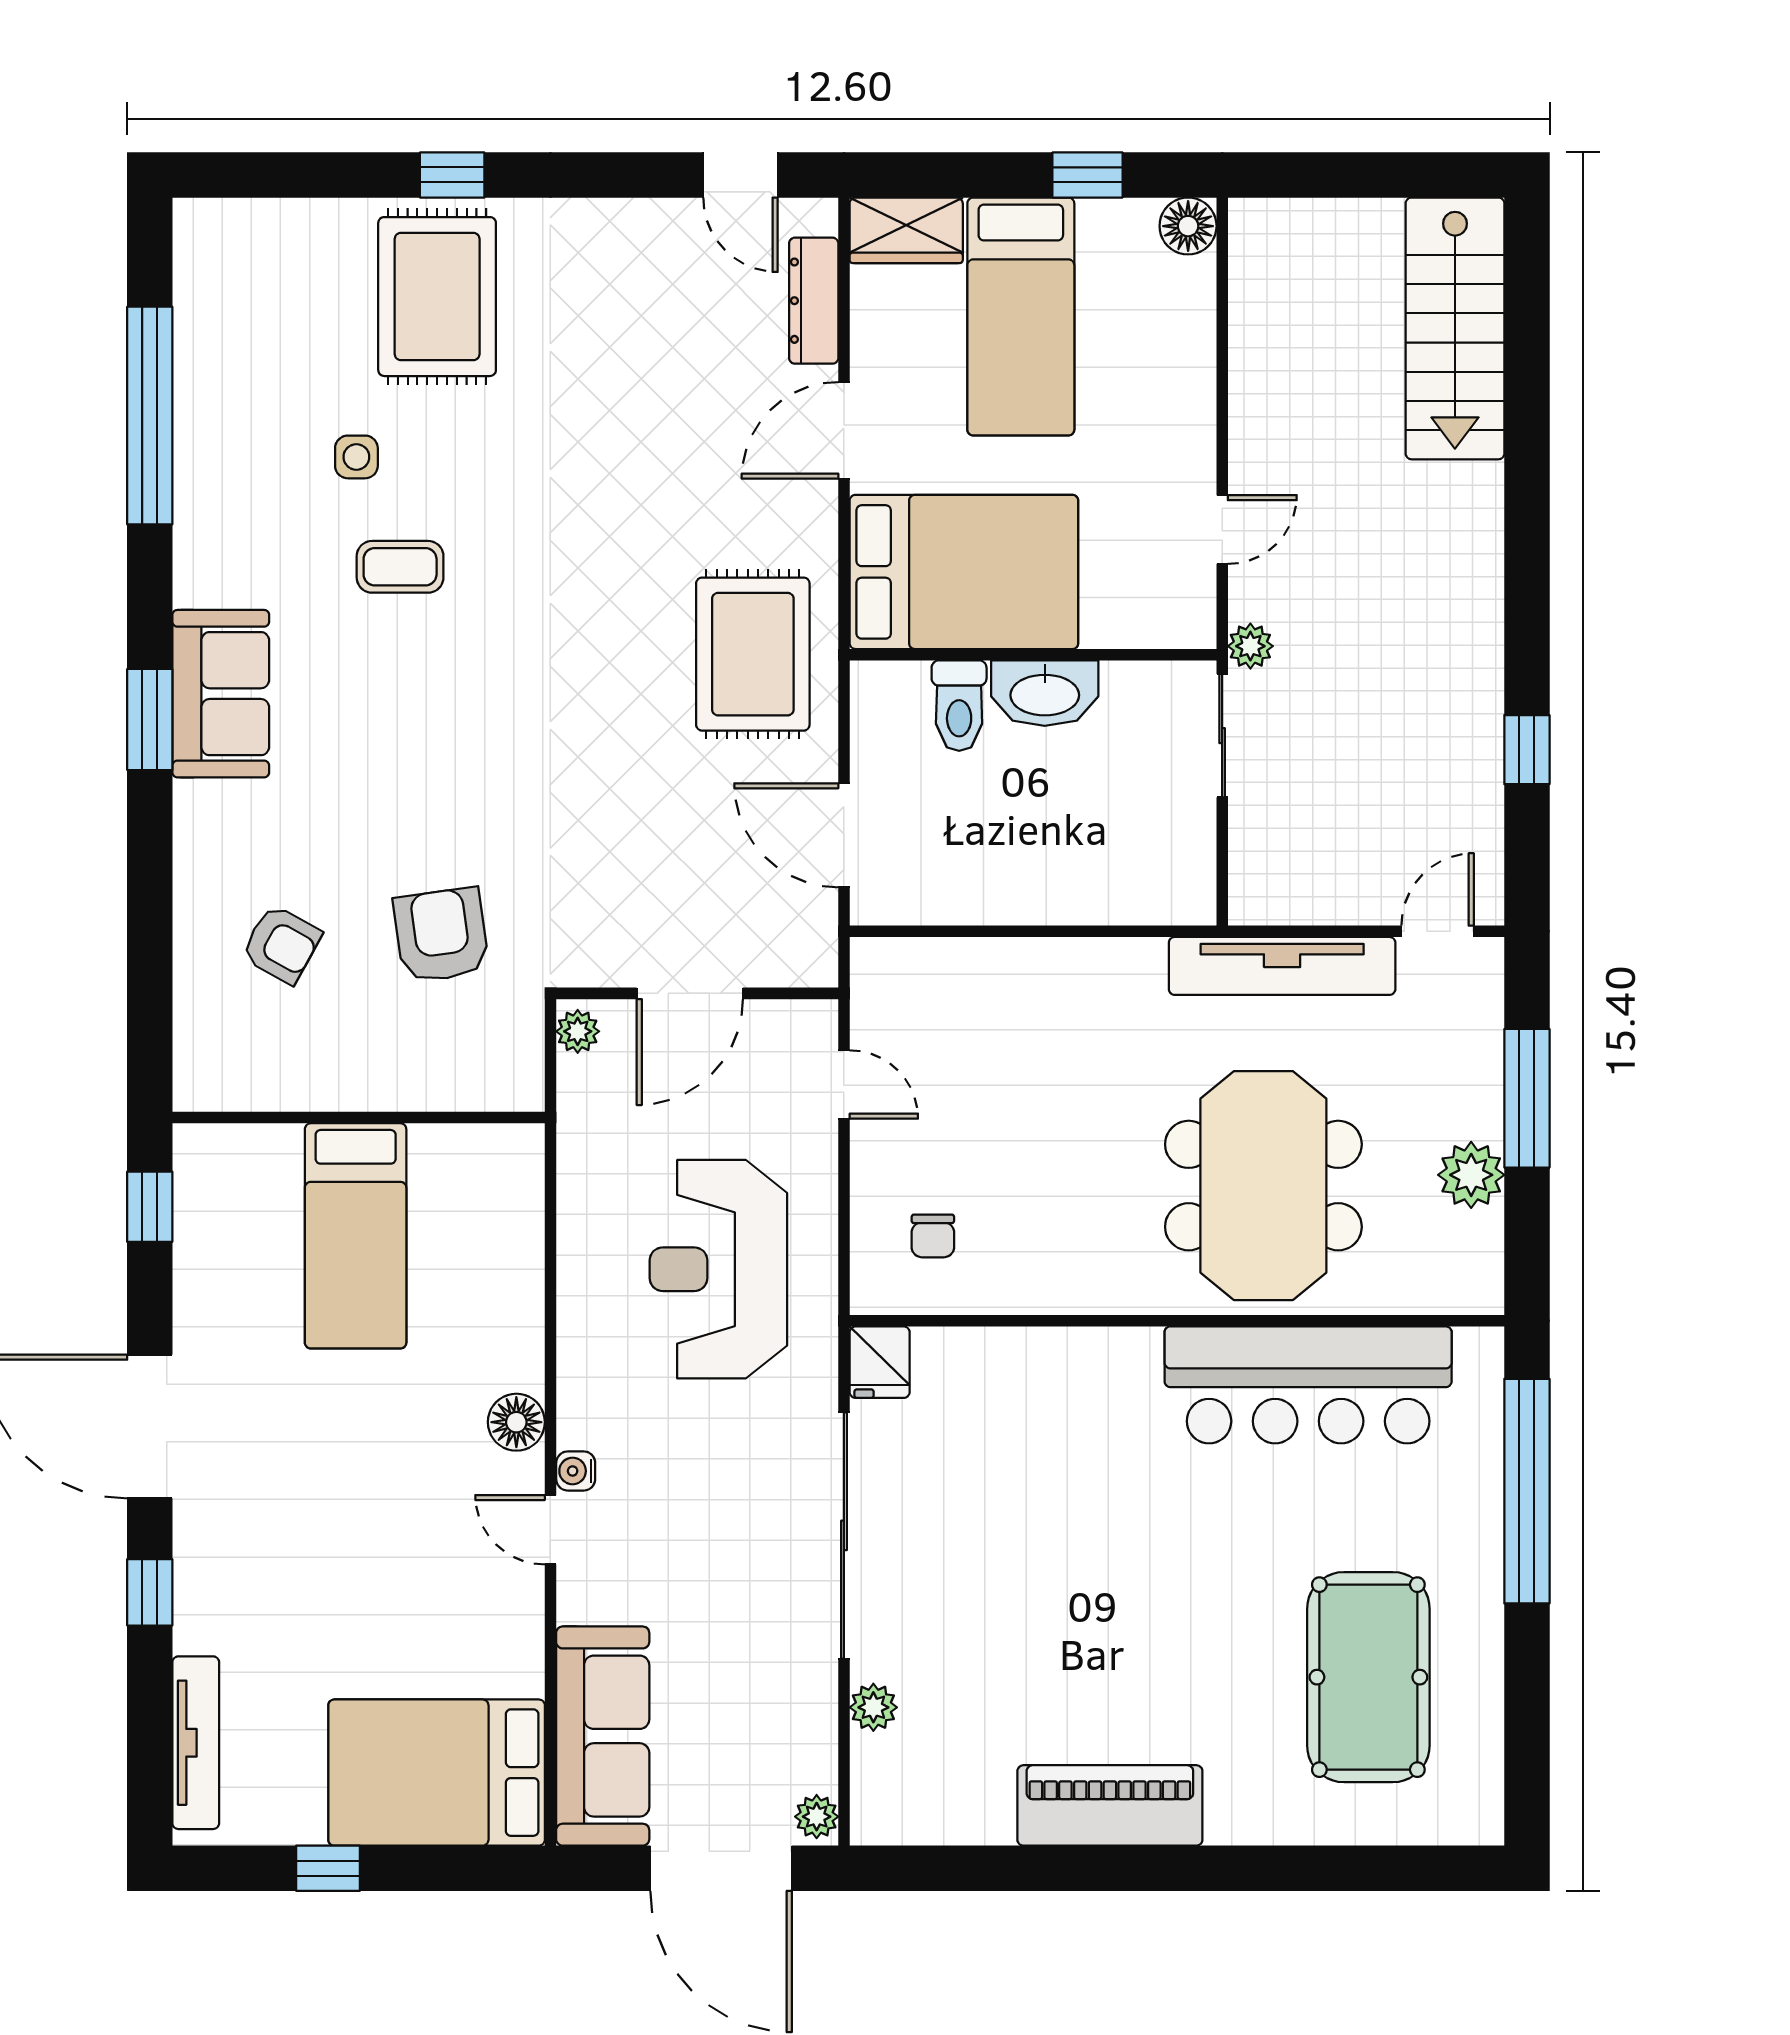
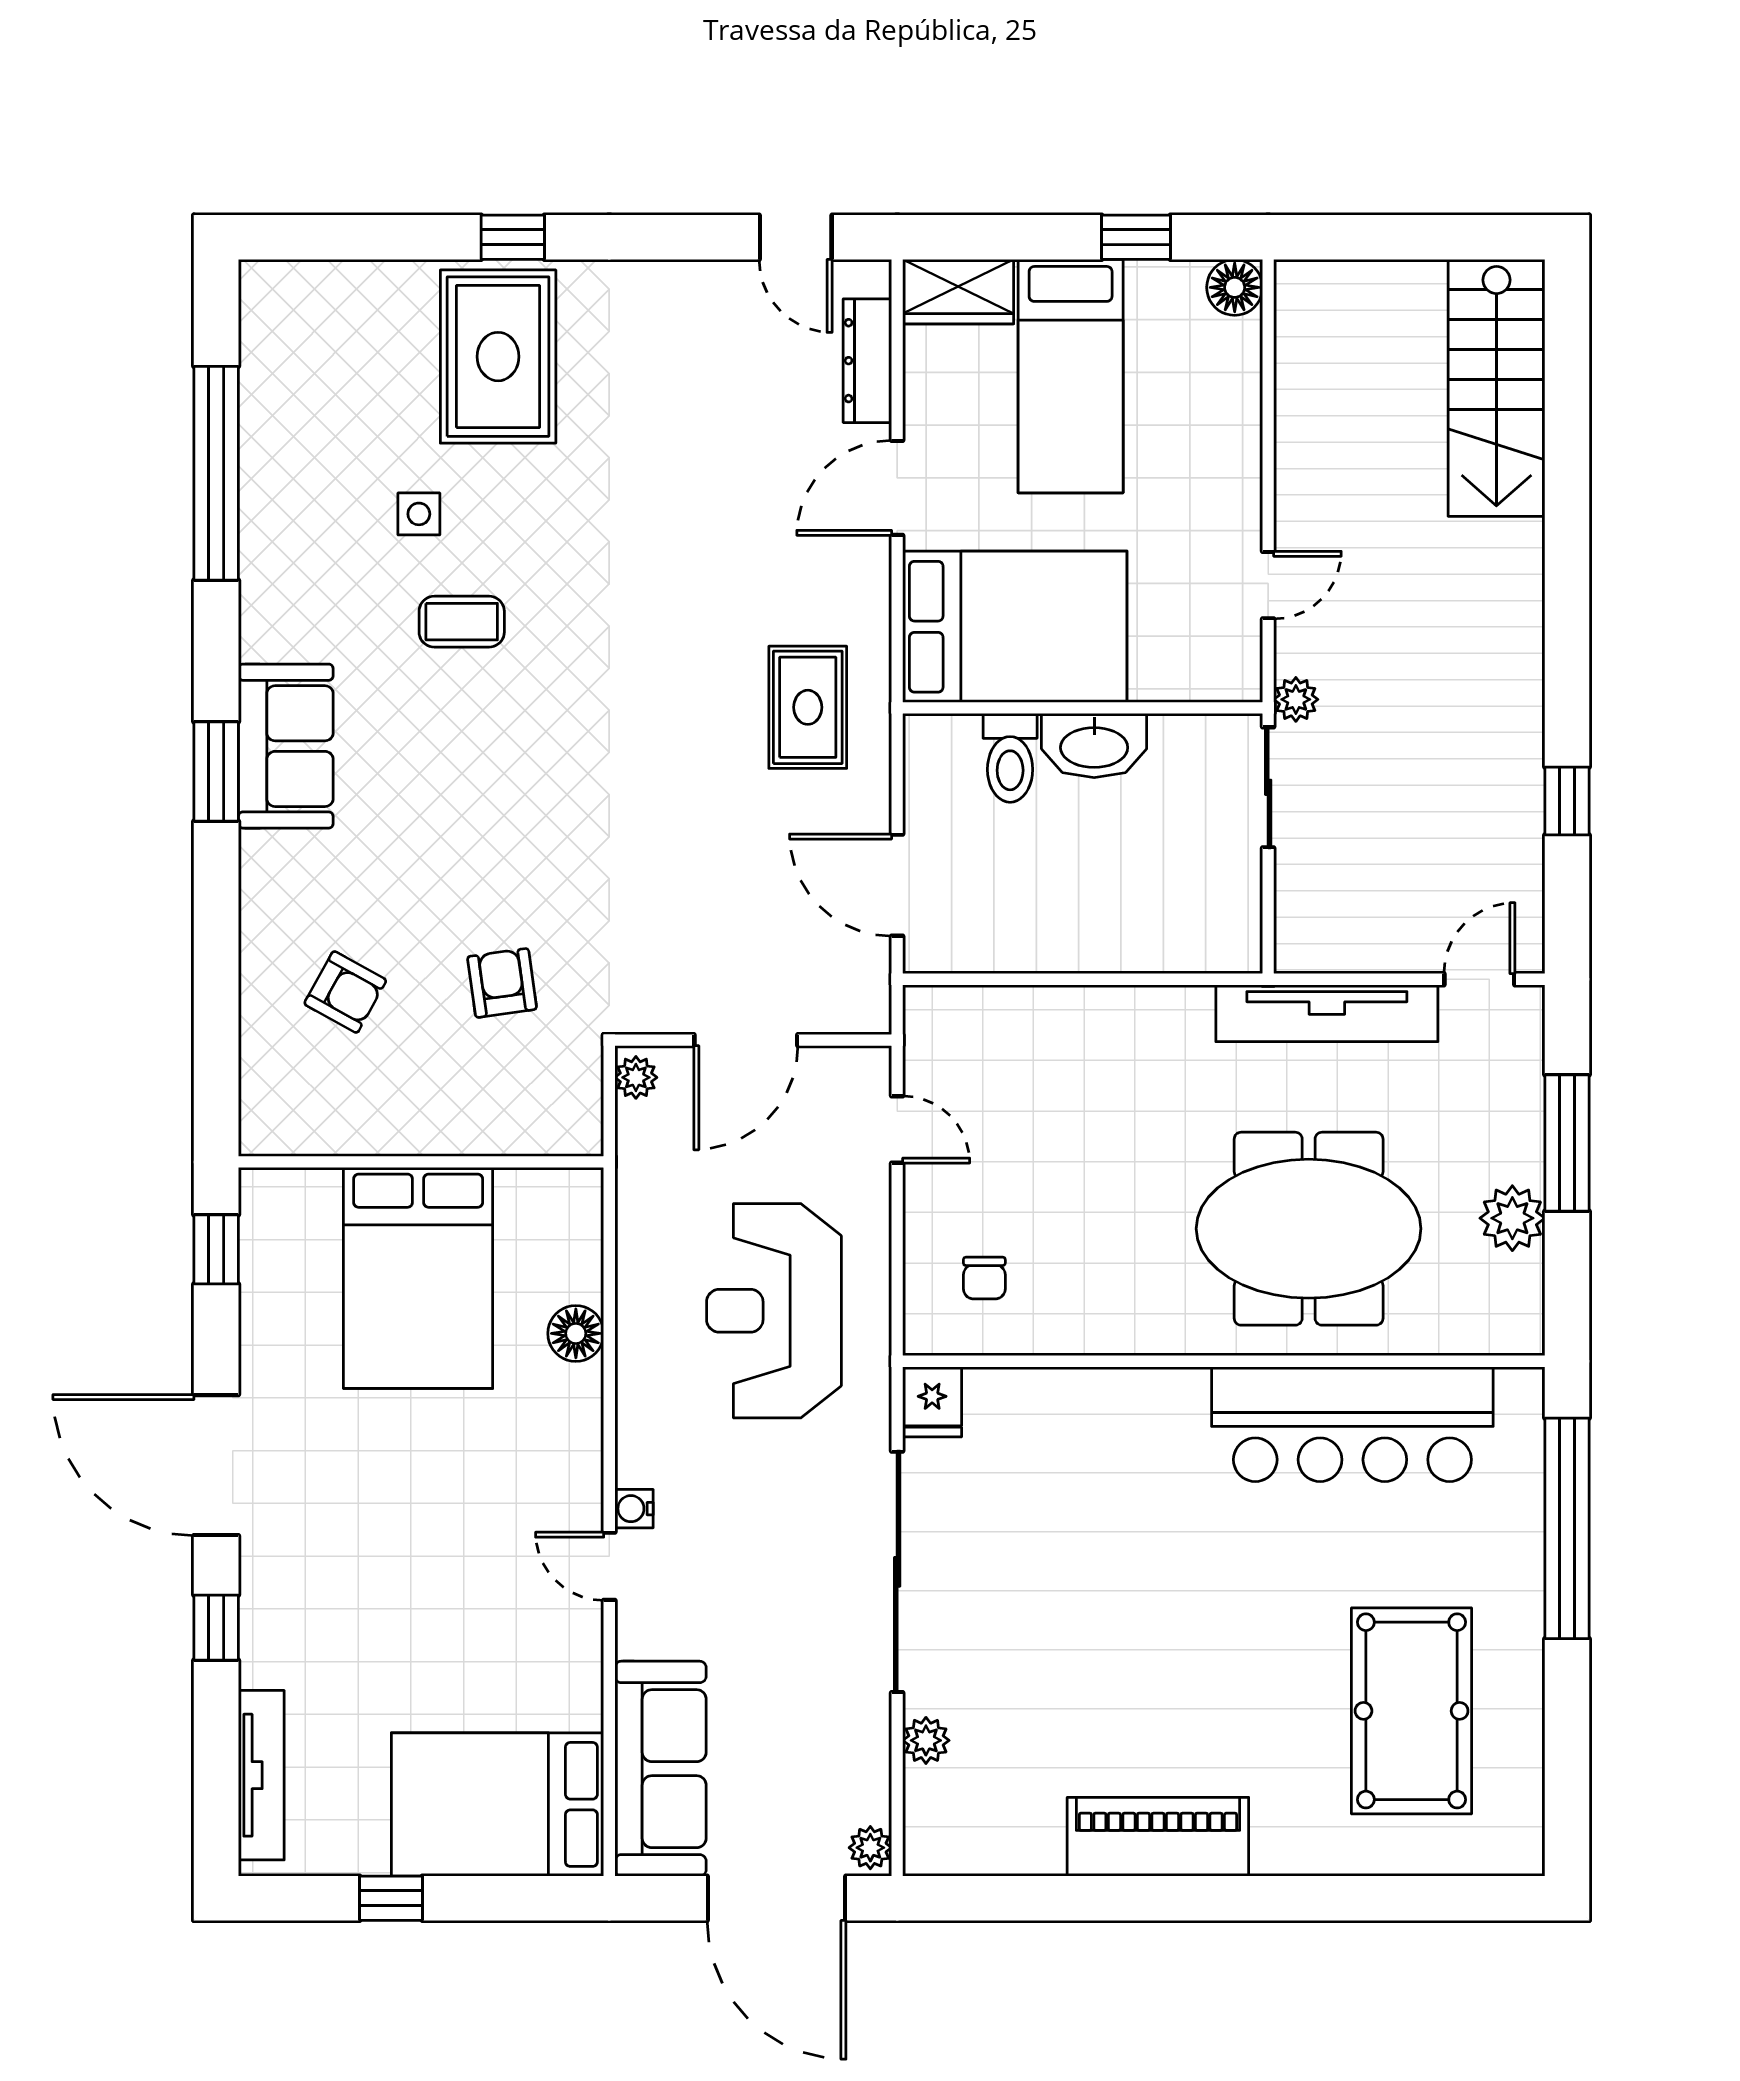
rug: (753, 654) -> (808, 707), width x0.73, depth x0.70
armchair: (441, 935) -> (502, 983), width x0.72, depth x0.72
meeting table: (1263, 1186) -> (1309, 1229), turned 90
bed: (356, 1236) -> (418, 1278), width x1.50
floor lamp: (516, 1422) -> (576, 1333), moved

